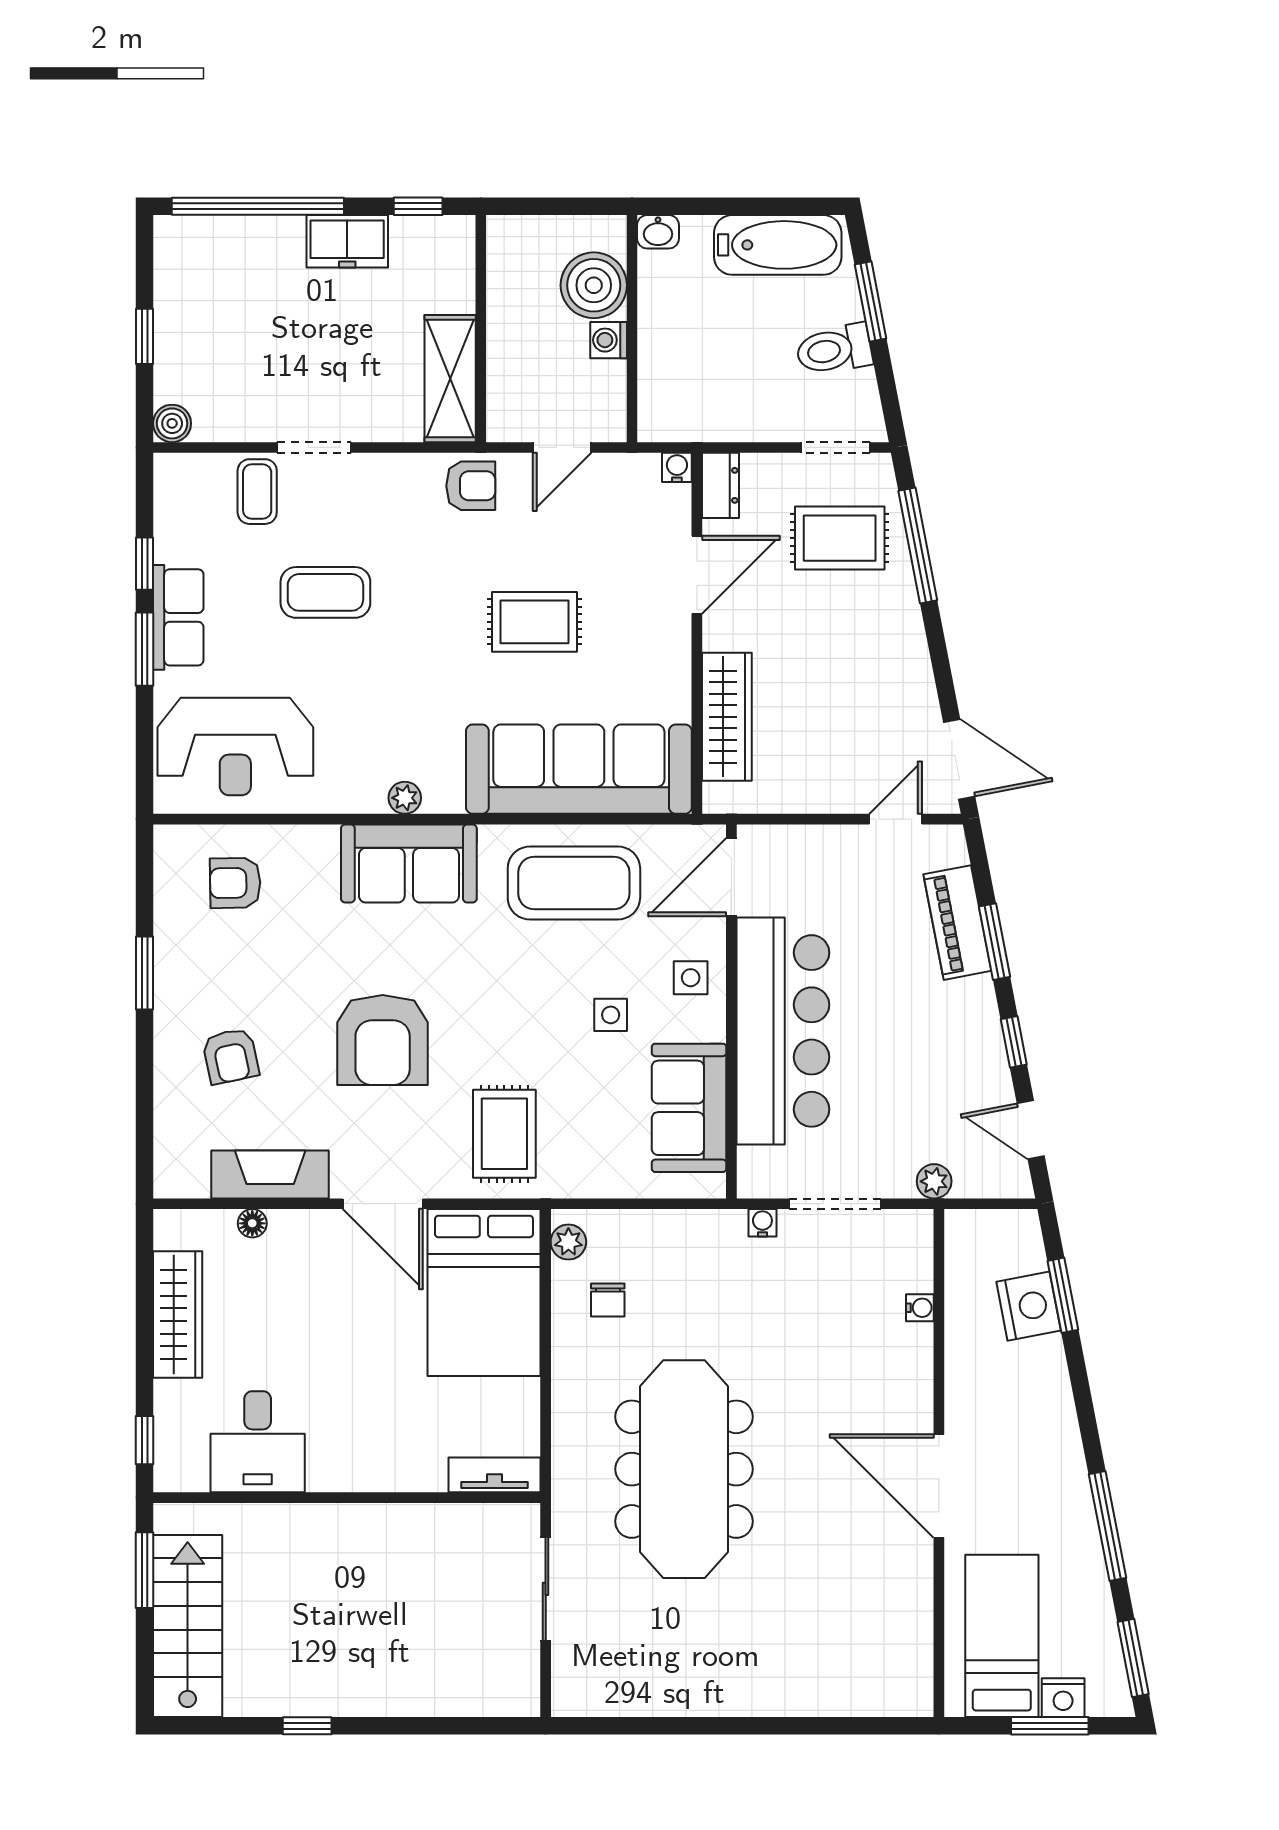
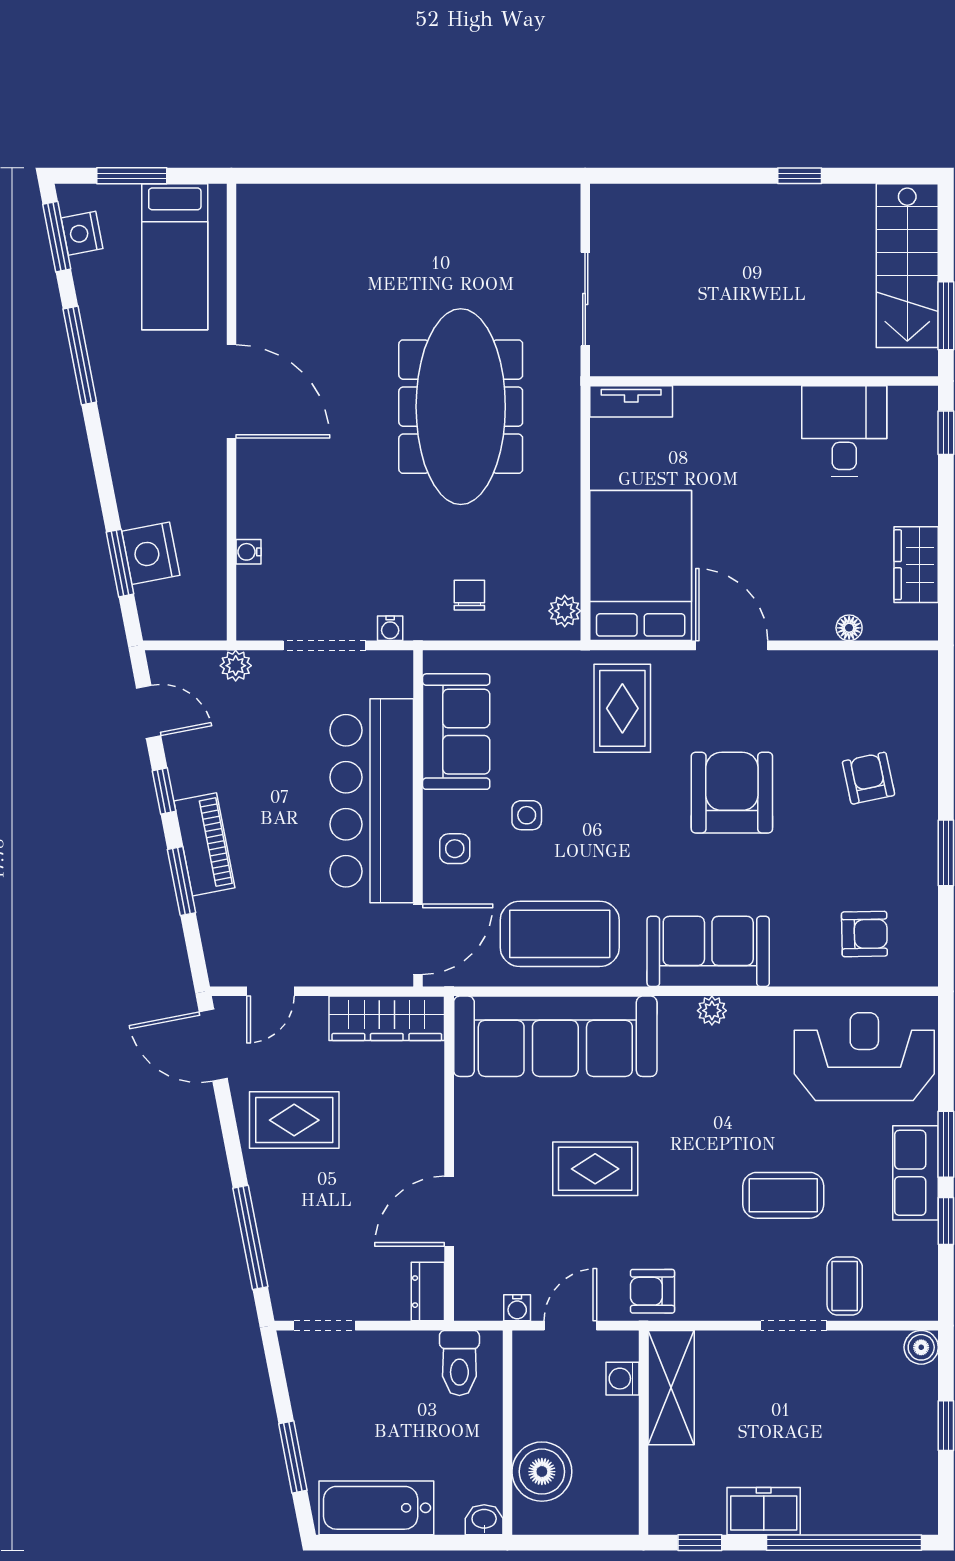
washing machine: (609, 340) -> (622, 1379), moved, turned 180
toilet: (834, 350) -> (459, 1363), moved, turned 101
water cooler: (677, 467) -> (517, 1308), moved
rug: (840, 538) -> (294, 1120), moved
wardrobe: (727, 717) -> (387, 1018), moved, turned -90
piano: (957, 923) -> (204, 844), moved
fireplace: (270, 1174) -> (833, 672), removed
chair: (608, 1300) -> (469, 595), moved
wardrobe: (178, 1315) -> (916, 565), width x0.67
nightstand: (1063, 1698) -> (82, 233), moved, turned -101

